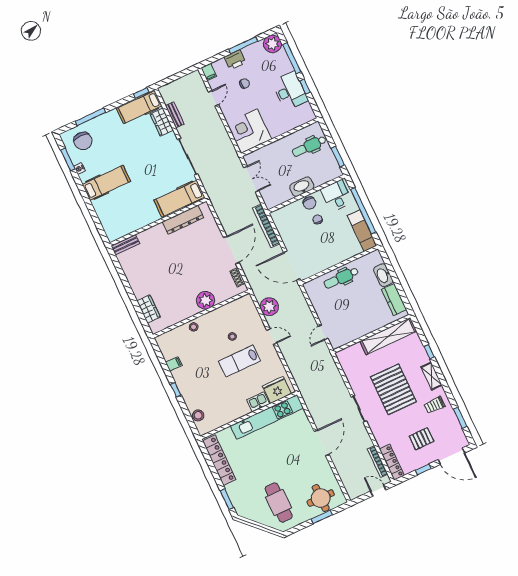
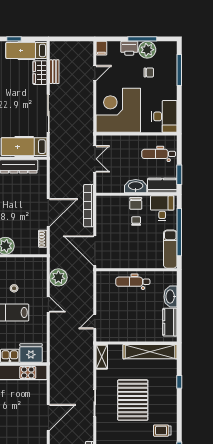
plant: (273, 44) -> (147, 50), moved
chair: (244, 83) -> (149, 73), moved
window: (305, 87) -> (179, 100), removed
desk: (290, 91) -> (164, 116), moved
window: (141, 93) -> (14, 39), moved
corner desk: (249, 131) -> (118, 110), width x1.36, depth x1.36
kitchen counter: (327, 174) -> (162, 186), added
shelving: (431, 376) -> (102, 357), moved

